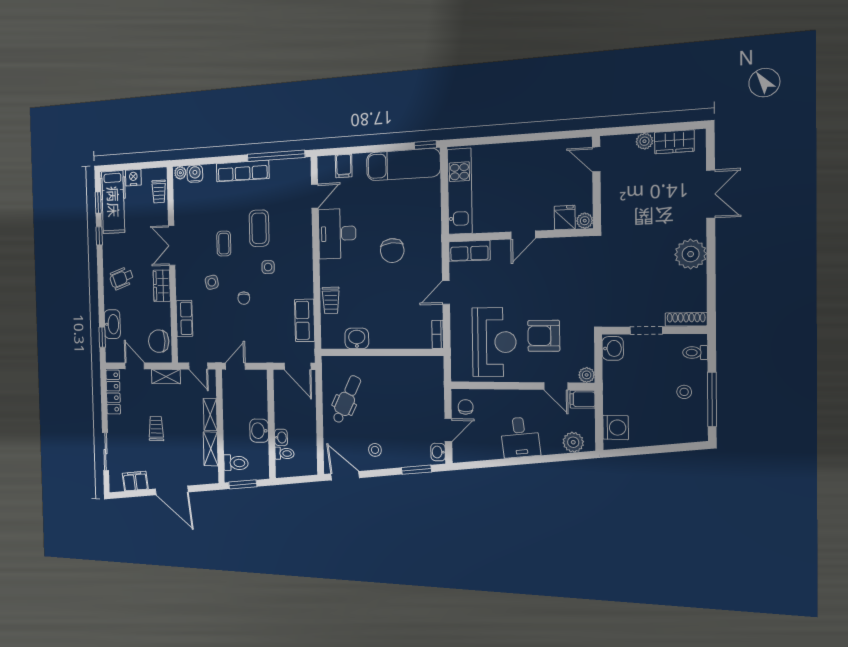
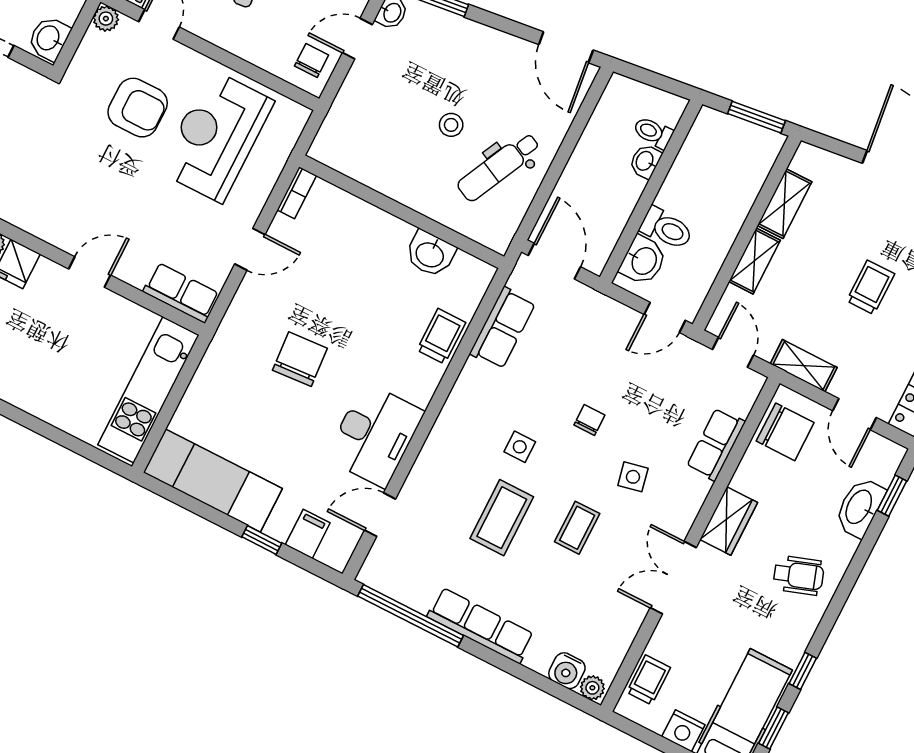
window: (425, 145) -> (262, 540), moved
double door: (172, 245) -> (673, 578), swing flipped
chair: (466, 407) -> (312, 60), turned 180
trolley: (156, 429) -> (871, 287), turned 180
washbasin: (259, 431) -> (643, 261), moved
stool: (375, 450) -> (451, 125), moved
toilet: (236, 463) -> (666, 229), moved, turned 180

